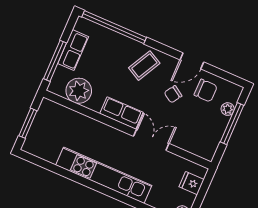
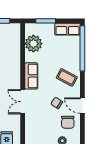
row of seats: (73, 50) -> (68, 29), moved
window: (55, 61) -> (46, 21), width x0.69
double door: (151, 140) -> (23, 102), swing flipped

